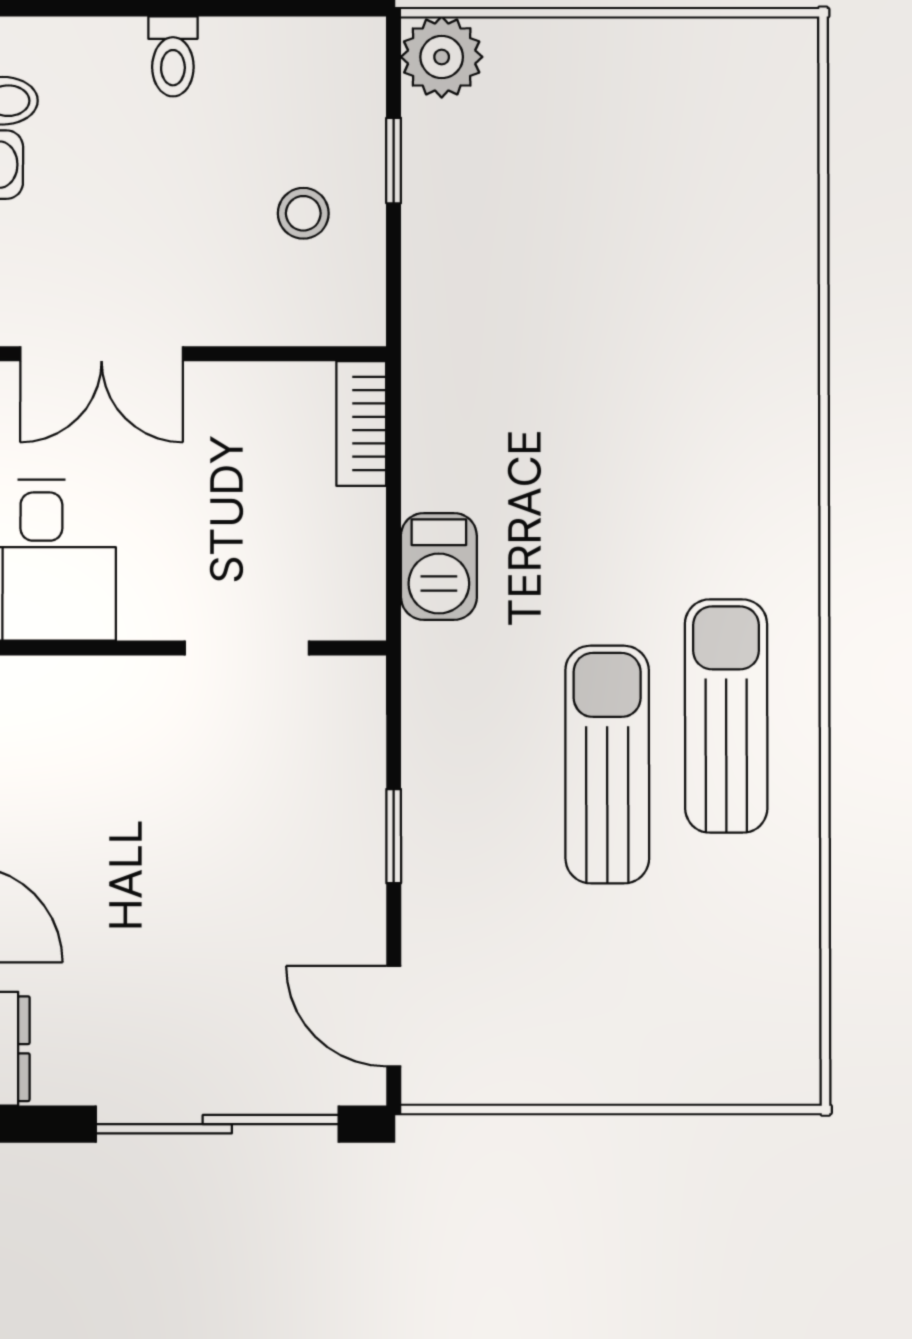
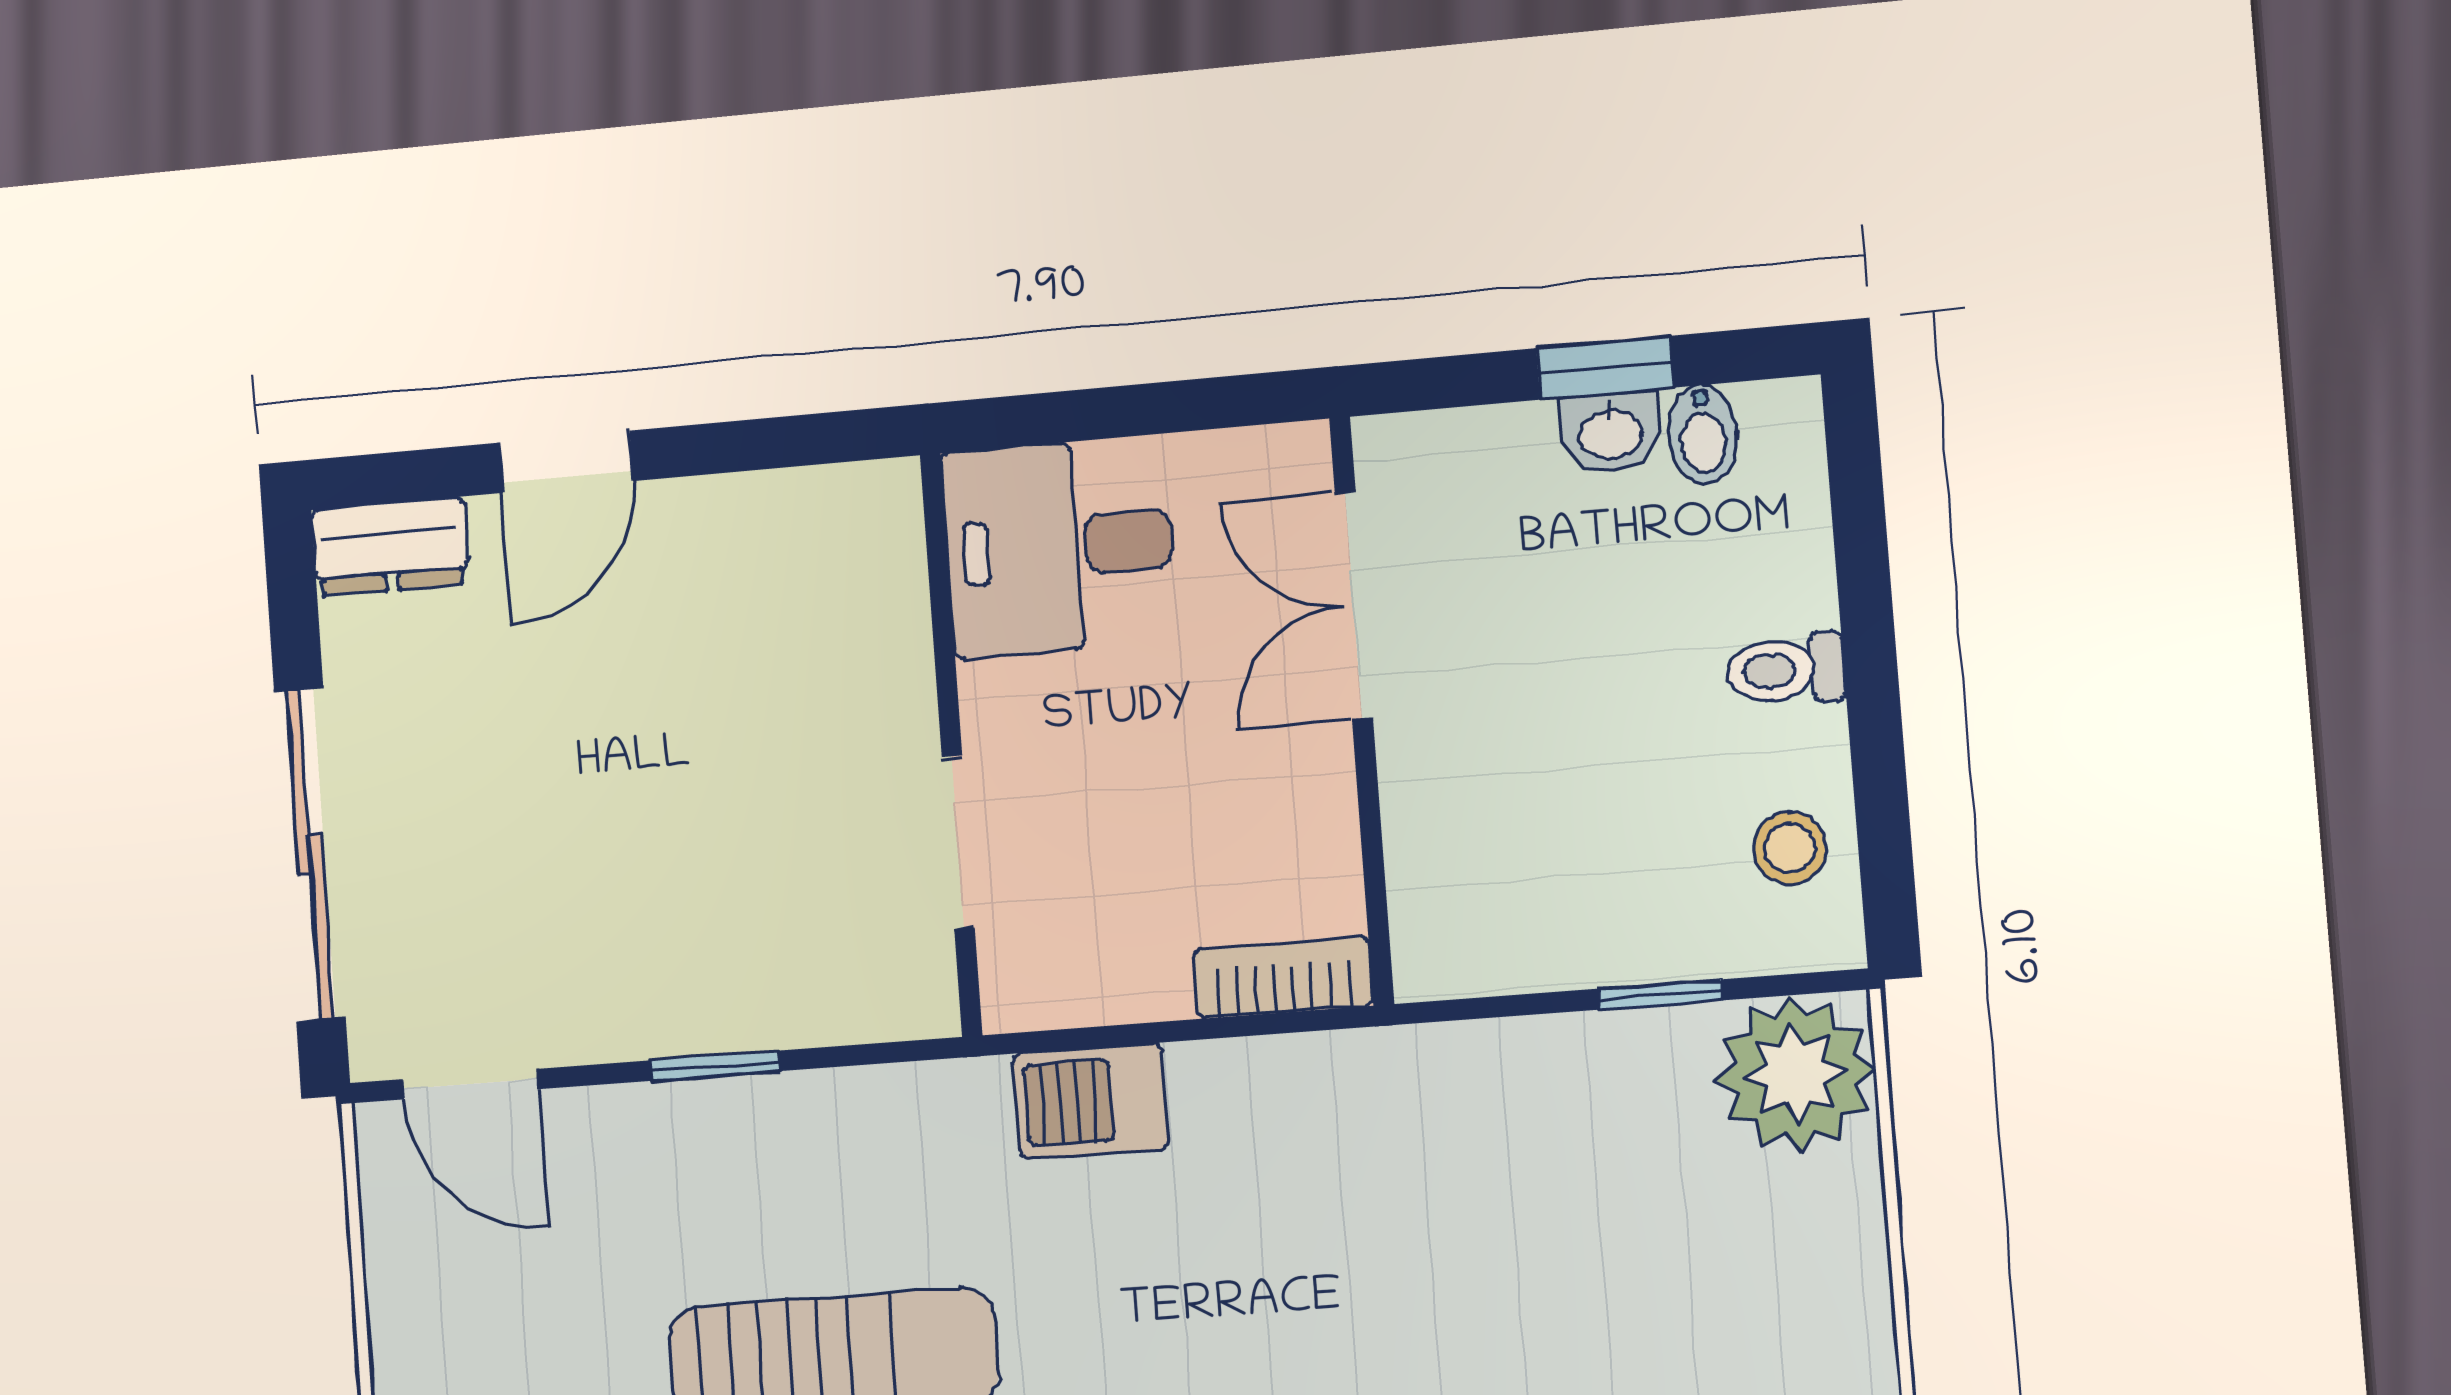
plant: (442, 57) -> (1795, 1074), width x1.36, depth x1.36
stool: (303, 213) -> (1790, 848), moved
door: (394, 1016) -> (471, 1084), swing flipped

